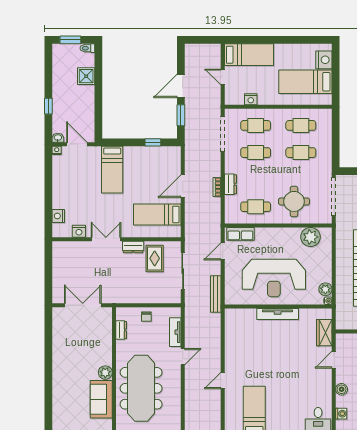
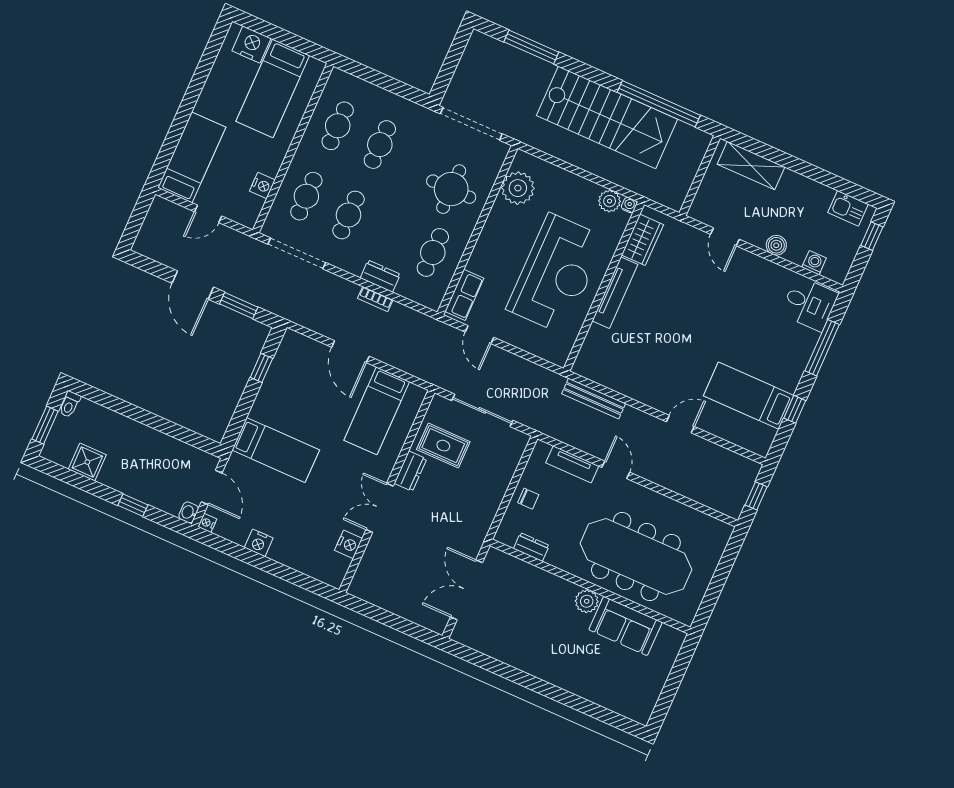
shower: (86, 76) -> (87, 462), moved
door: (77, 144) -> (212, 487), swing flipped
nightstand: (58, 216) -> (259, 543), moved
bench: (216, 294) -> (594, 399), moved
wardrobe: (324, 333) -> (642, 240), moved, turned -90
door: (223, 380) -> (680, 424), swing flipped

